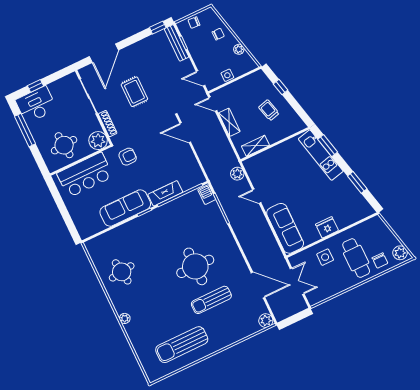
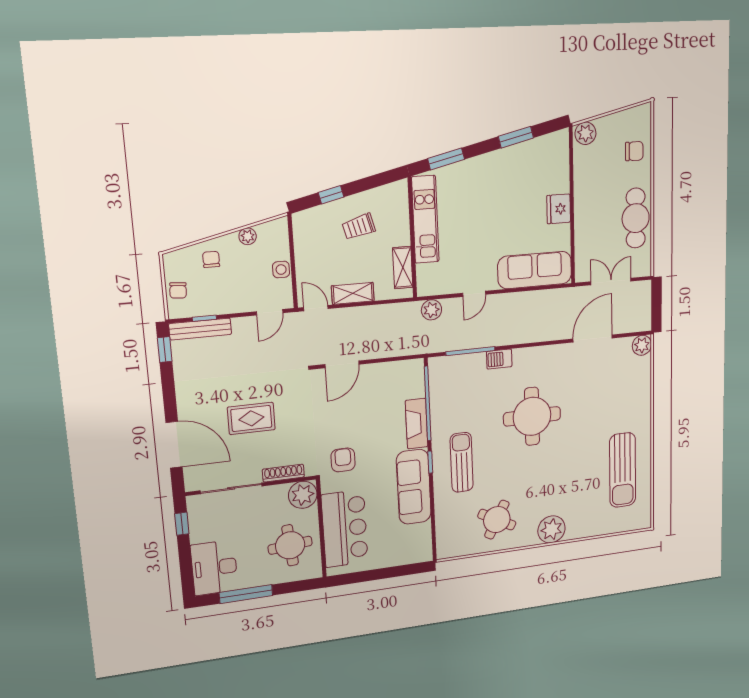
window: (36, 86) -> (182, 524), moved
door: (213, 104) -> (316, 308), swing flipped
kitchen unit: (321, 155) -> (425, 219), moved, turned -77
barbecue: (207, 195) -> (499, 359), moved
plant: (400, 253) -> (585, 133), moved
side table: (325, 257) -> (597, 229), removed
cafe table: (356, 258) -> (636, 218), moved, turned 90
round table: (122, 272) -> (497, 520), turned 36
sun lounger: (211, 300) -> (462, 462), moved, turned 180
plant: (125, 318) -> (551, 529), width x1.88, depth x1.88

